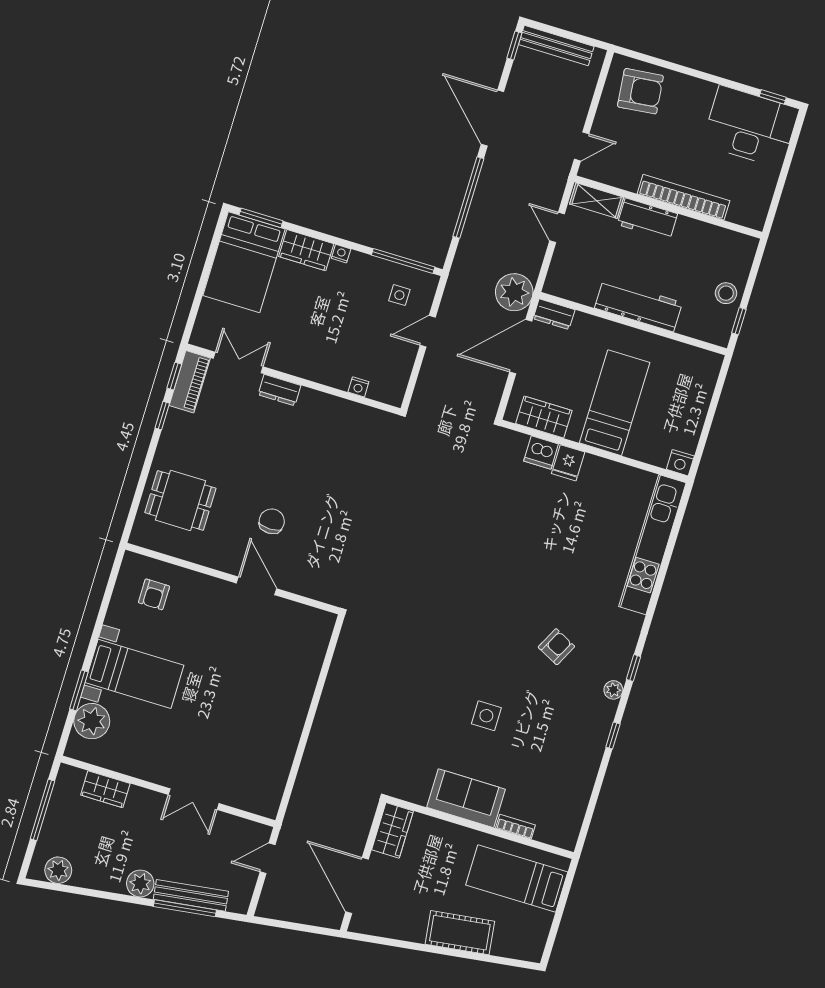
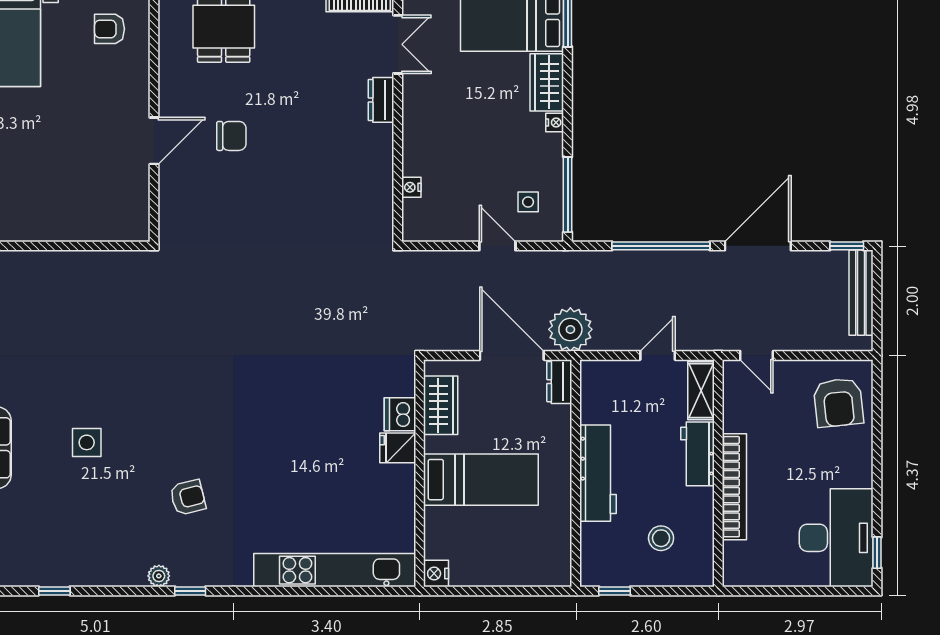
stool: (726, 293) -> (661, 538), moved
armchair: (556, 647) -> (188, 497), turned -41
window: (613, 736) -> (54, 591), moved

